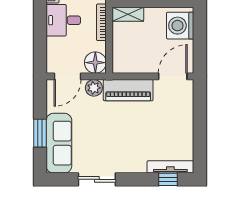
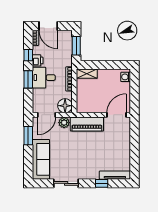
window: (40, 23) -> (28, 79), added
washing machine: (180, 26) -> (126, 77), width x0.53, depth x0.53
window: (40, 133) -> (28, 136), moved
window: (168, 179) -> (102, 183), moved

